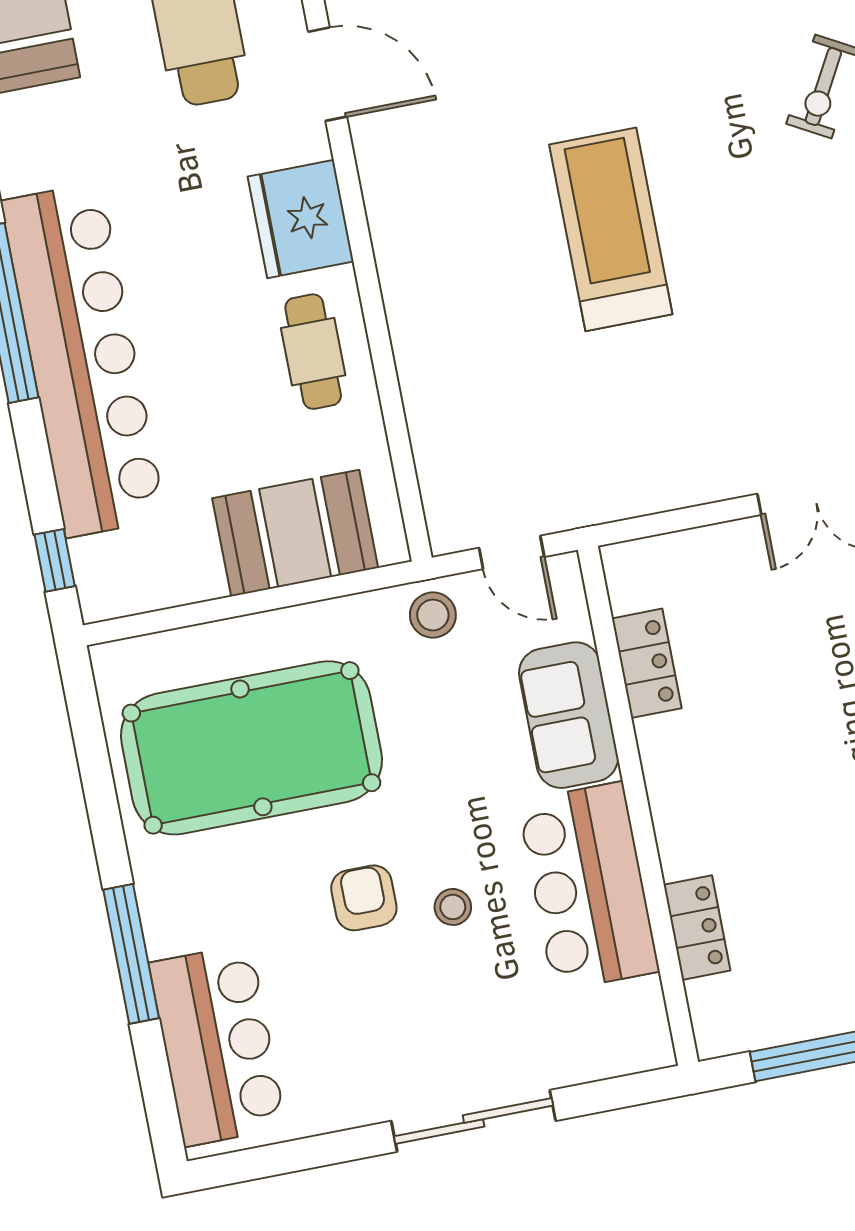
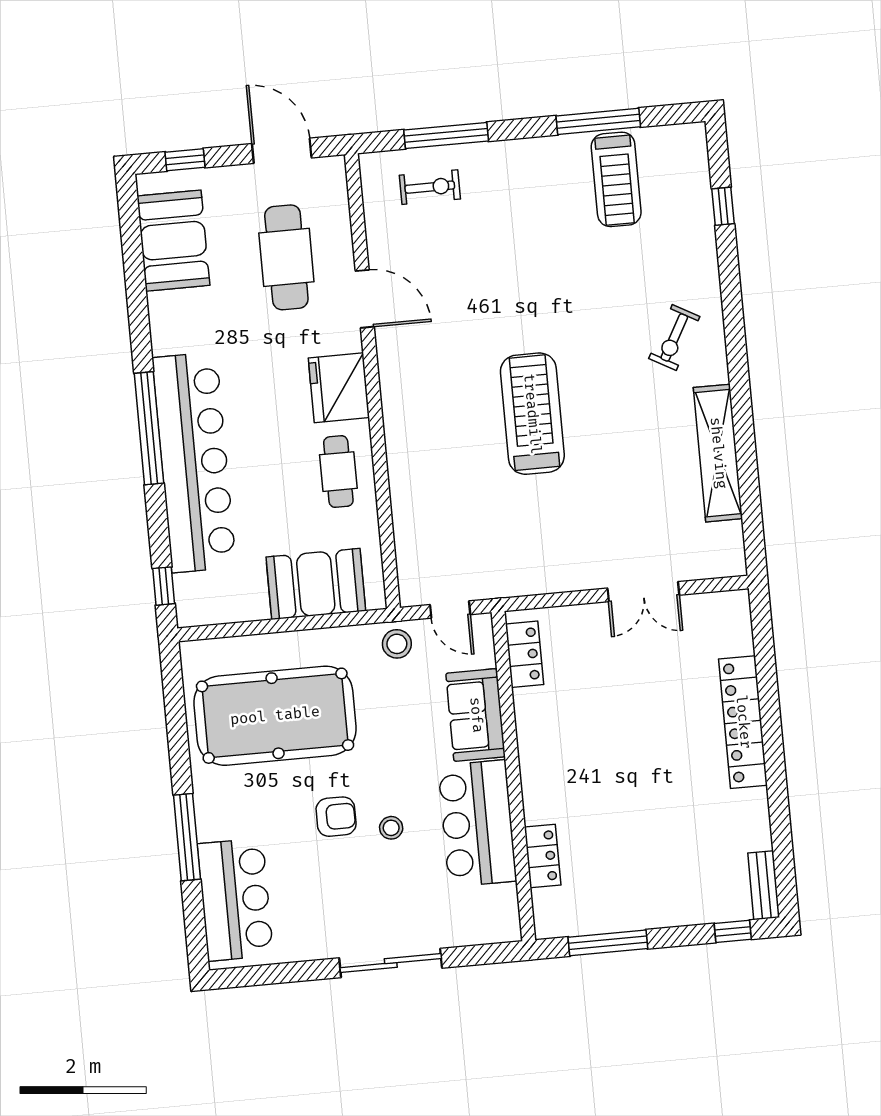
locker: (647, 663) -> (525, 654), moved
armchair: (364, 898) -> (336, 817), turned 90

